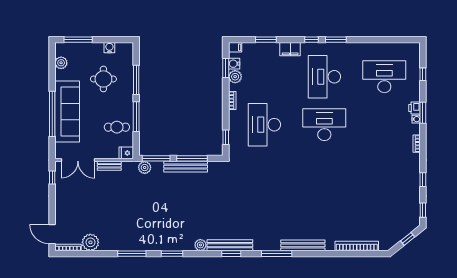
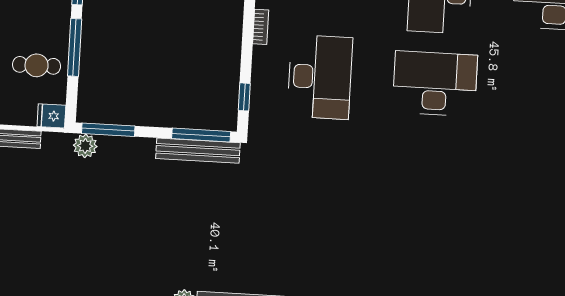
desk: (264, 125) -> (320, 77), turned 180
window: (192, 158) -> (201, 135), moved
bench: (186, 167) -> (198, 151), moved

